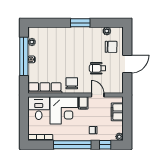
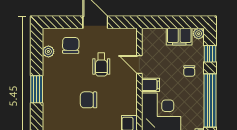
chair: (72, 83) -> (89, 100), moved
door: (98, 95) -> (139, 64), hinge flipped
filing cabinet: (117, 112) -> (179, 37), moved

